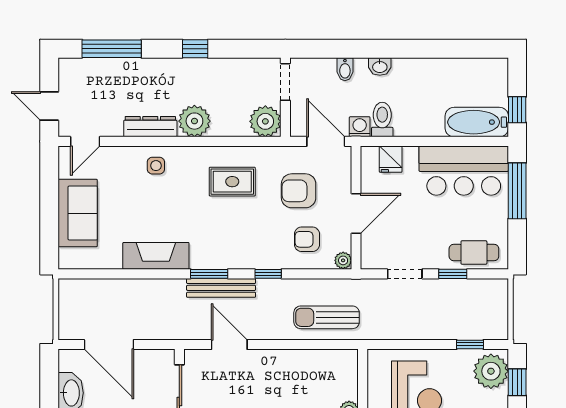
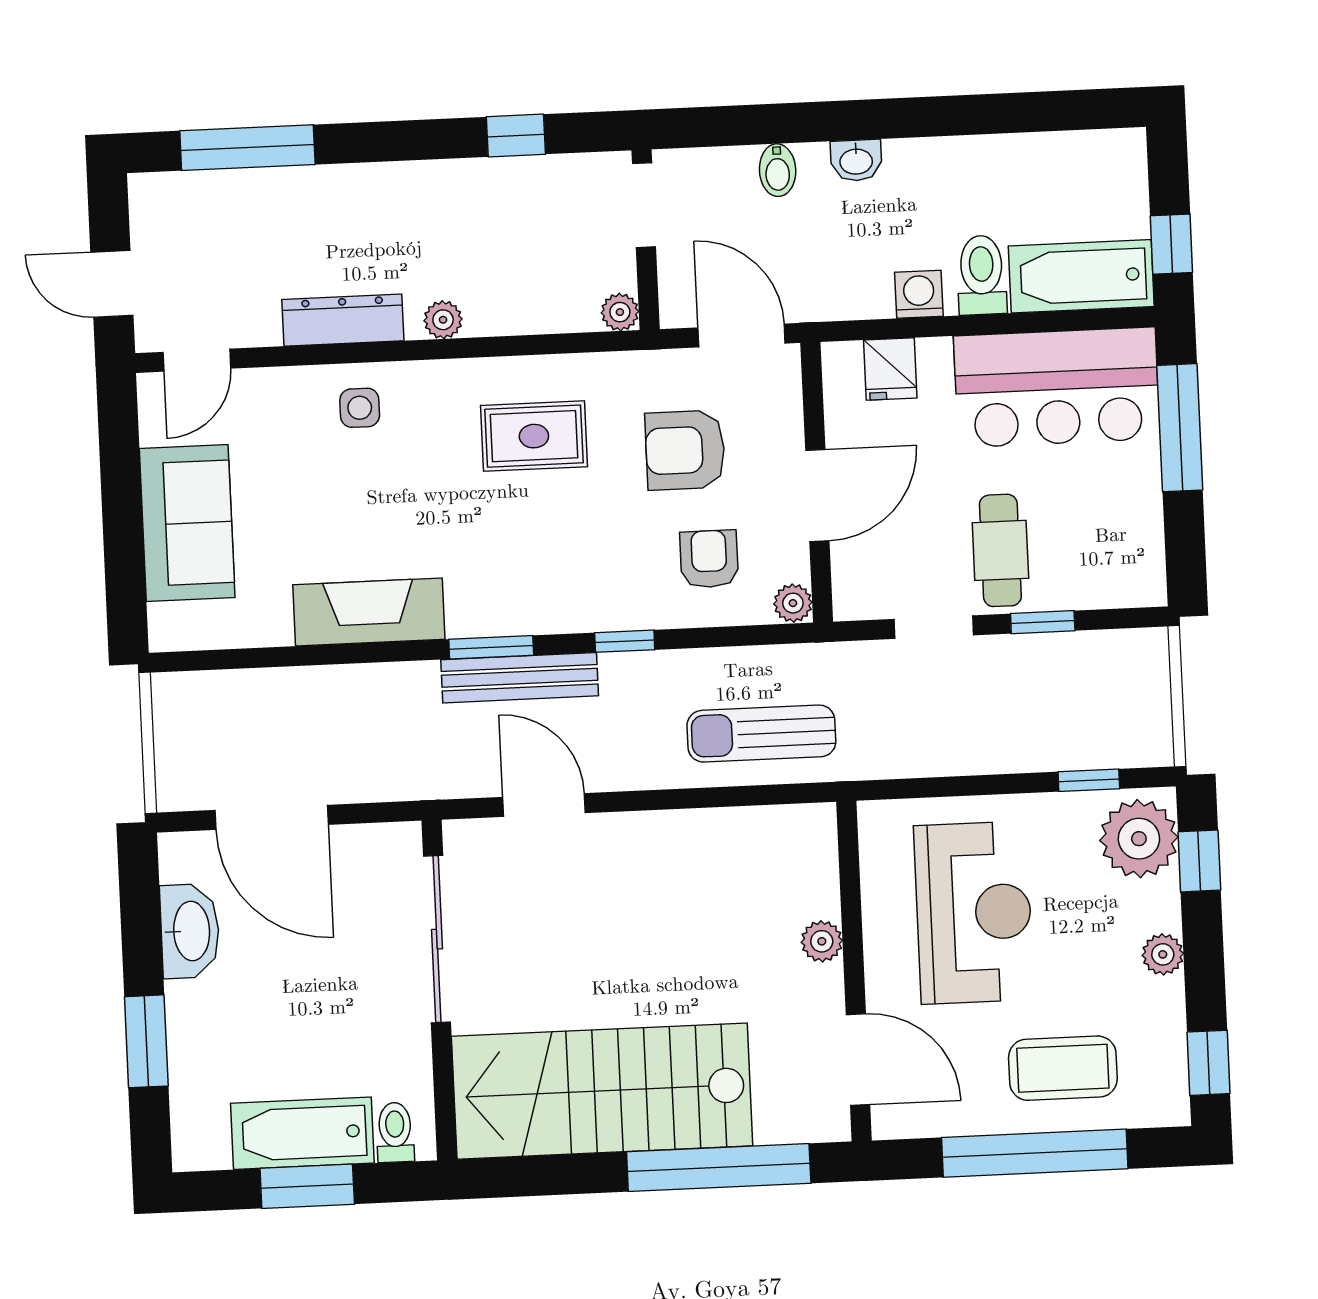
window: (195, 49) -> (516, 135), moved
toilet: (382, 120) -> (982, 275), moved
plant: (194, 121) -> (443, 320), width x0.53, depth x0.53
plant: (265, 121) -> (620, 312), width x0.53, depth x0.53
washing machine: (360, 127) -> (919, 294), moved
armchair: (307, 239) -> (709, 559), turned 90
cafe table: (474, 253) -> (1000, 550), moved, turned 90

